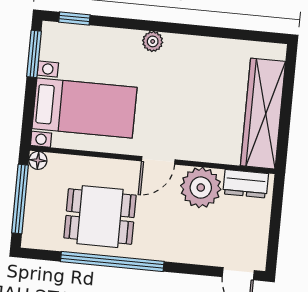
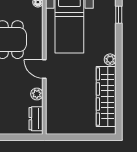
wardrobe: (263, 114) -> (106, 96), moved, turned -90
plant: (201, 188) -> (37, 94), width x0.53, depth x0.53

